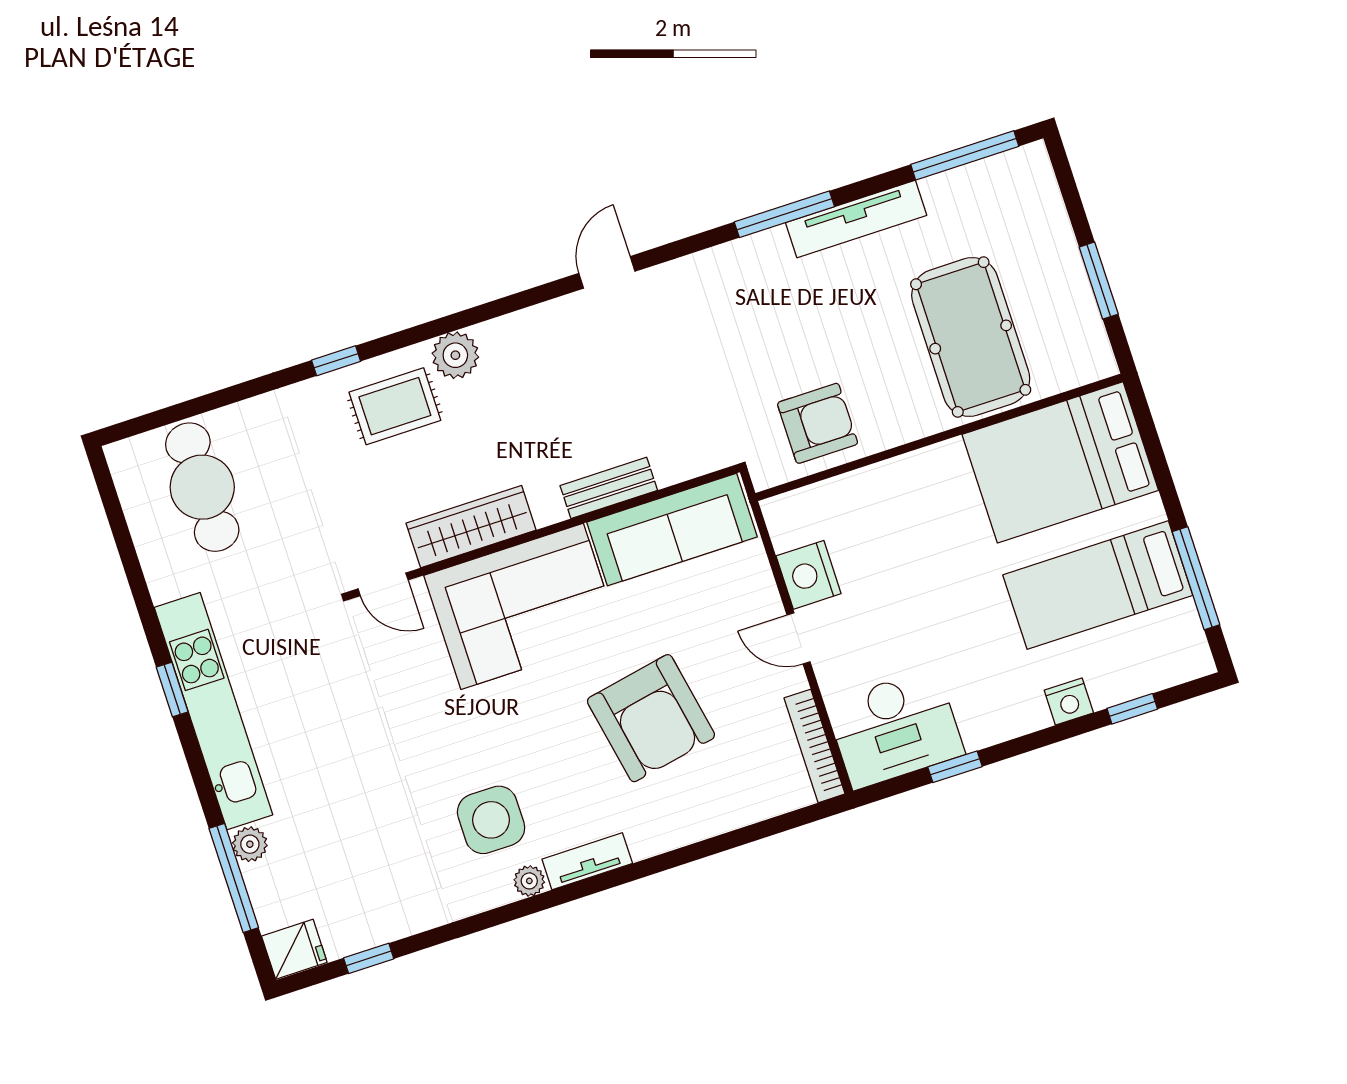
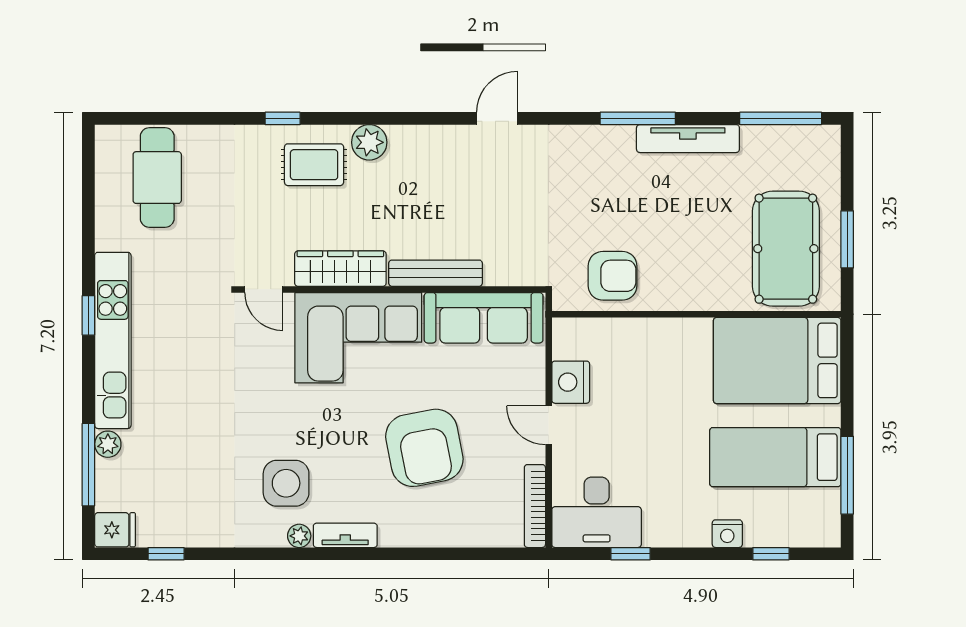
pool table: (971, 337) -> (786, 249), moved
bench: (609, 488) -> (436, 273), width x1.36

